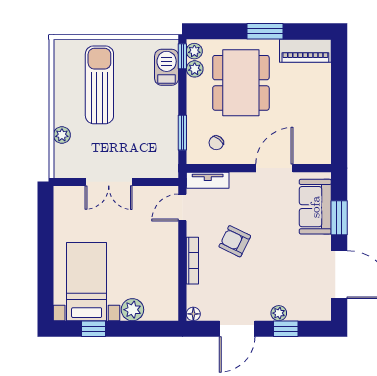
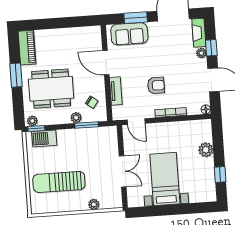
plant: (195, 69) -> (76, 118), moved
tv unit: (208, 180) -> (116, 91), moved
armchair: (235, 241) -> (156, 85), turned -116
bed with nightstands: (87, 282) -> (165, 179), moved, turned 90
fireplace: (310, 312) -> (199, 33), added

